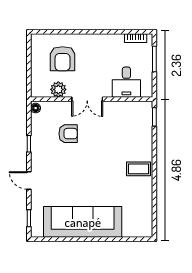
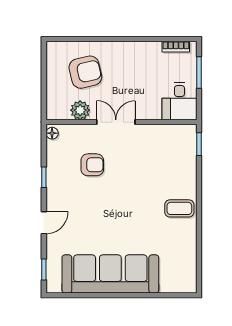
armchair: (63, 59) -> (85, 72), turned -103
desk: (126, 82) -> (179, 101), moved
double door: (87, 99) -> (116, 122), swing flipped
door: (29, 180) -> (44, 223), swing flipped

